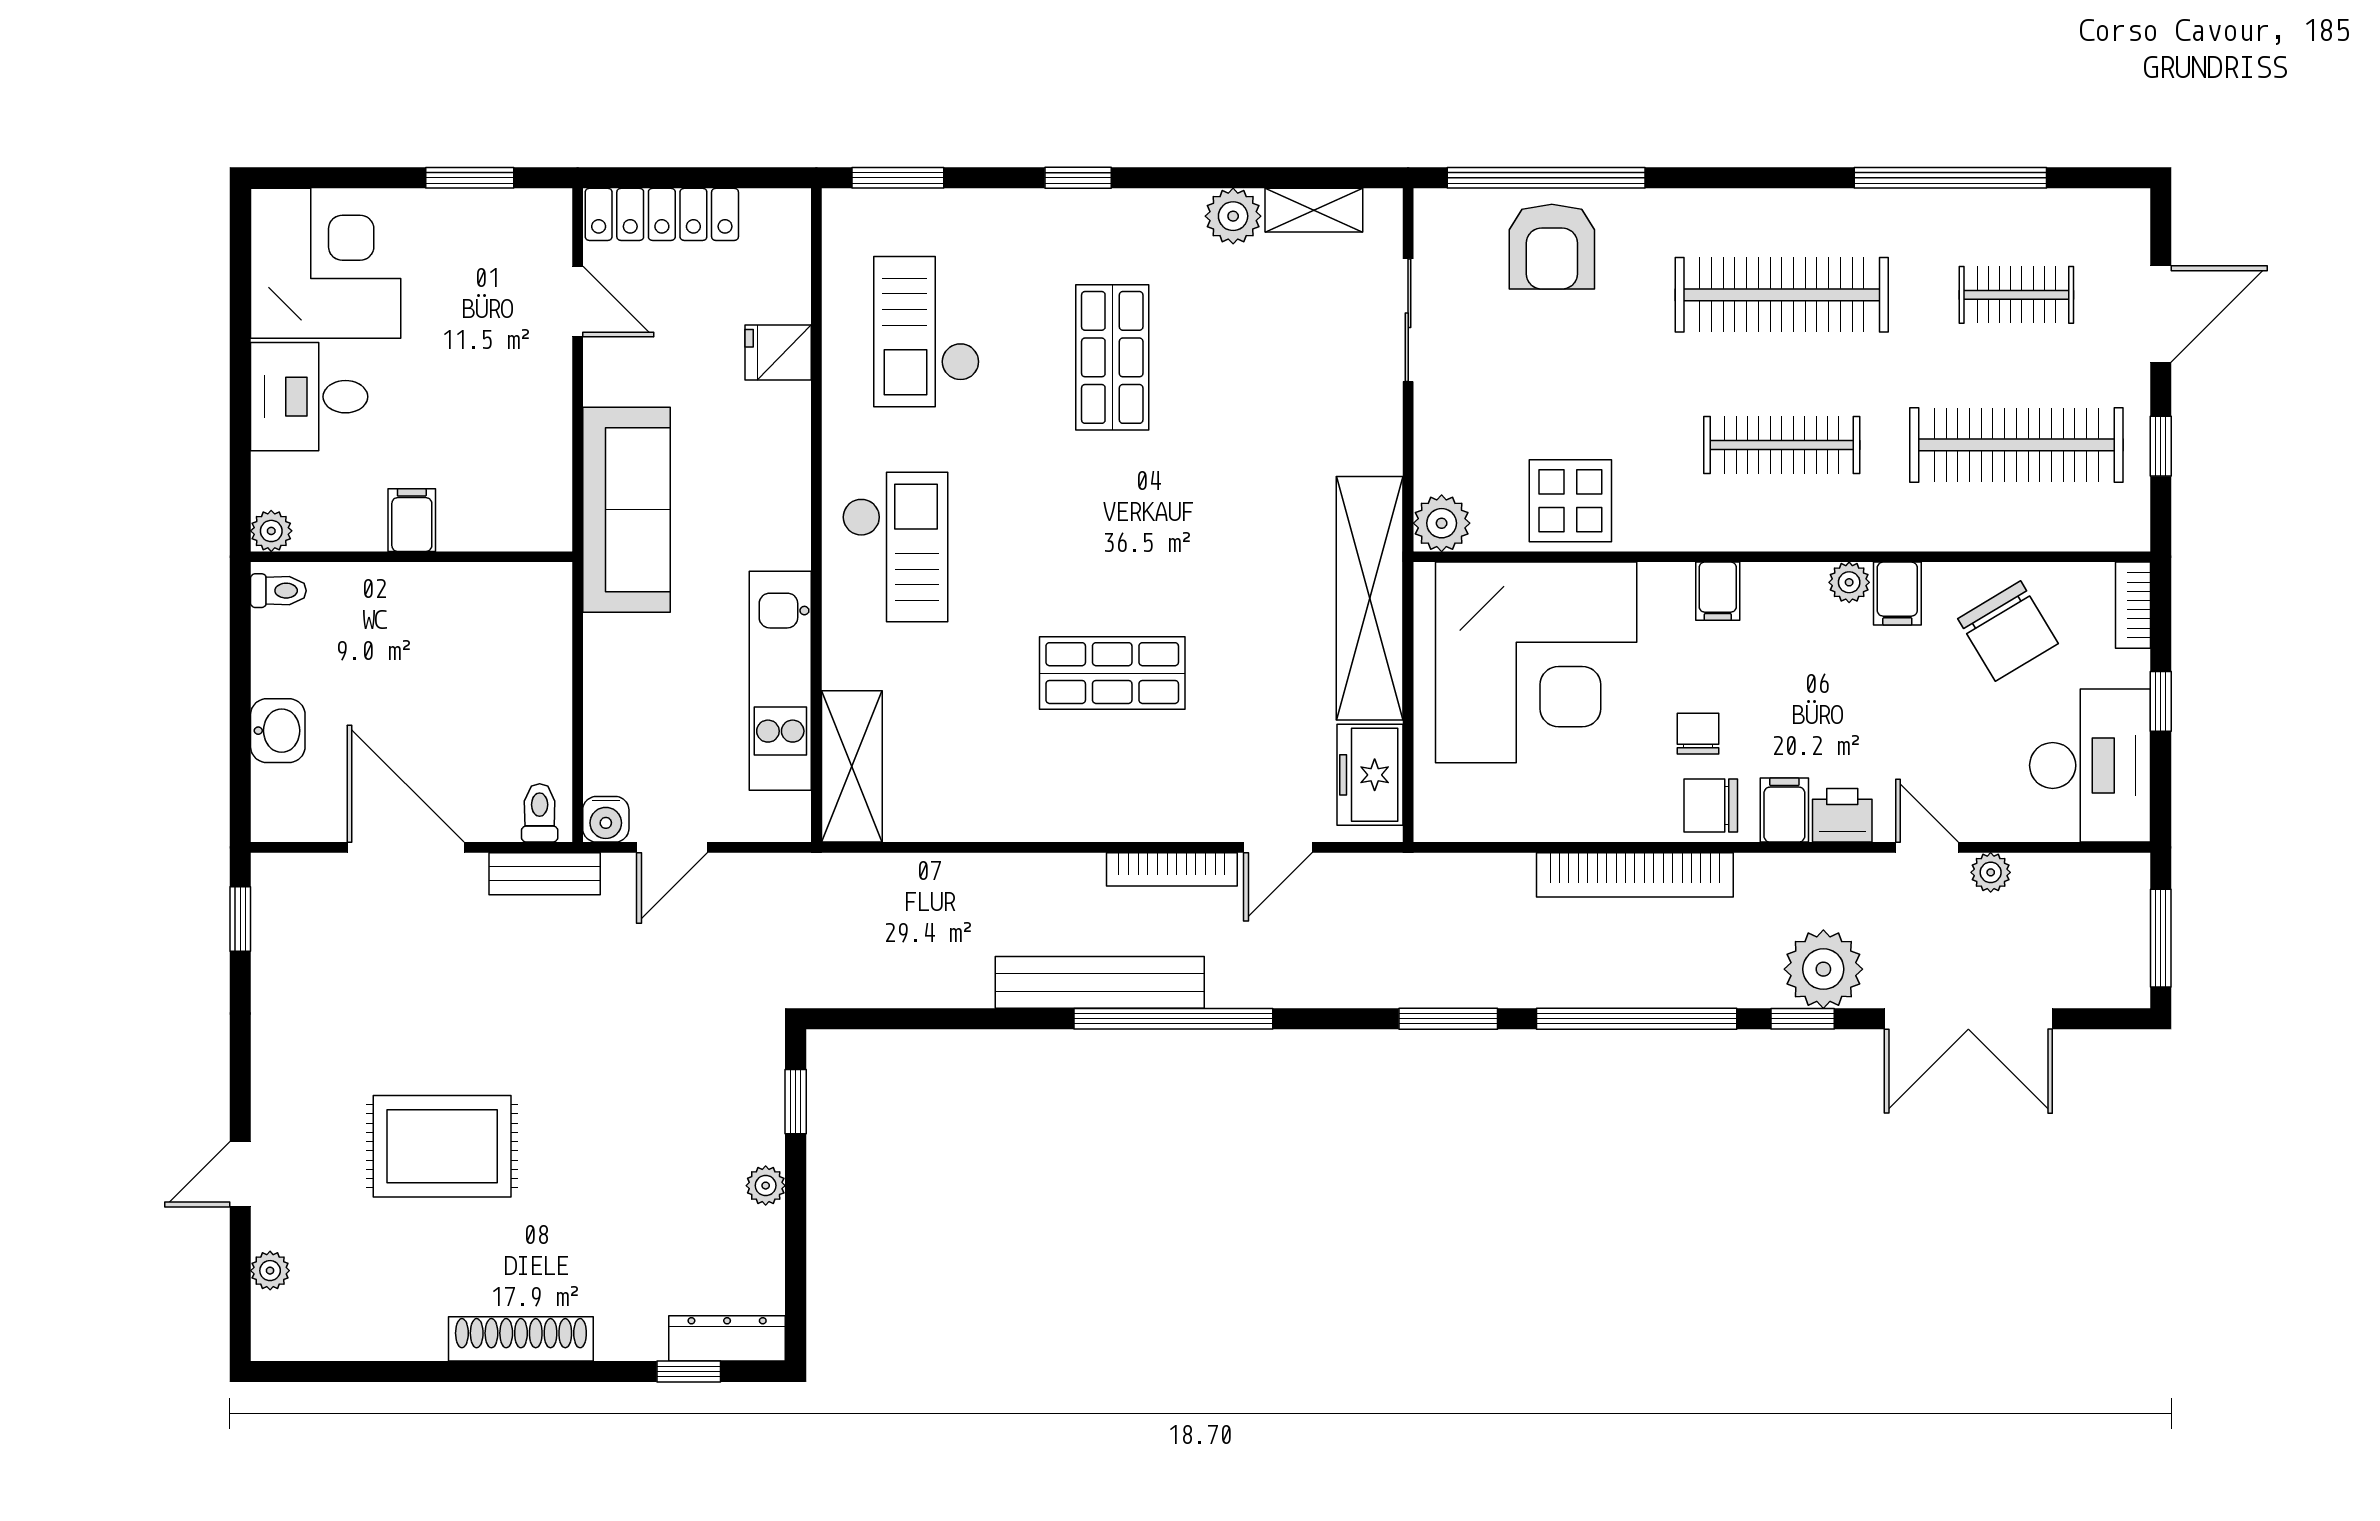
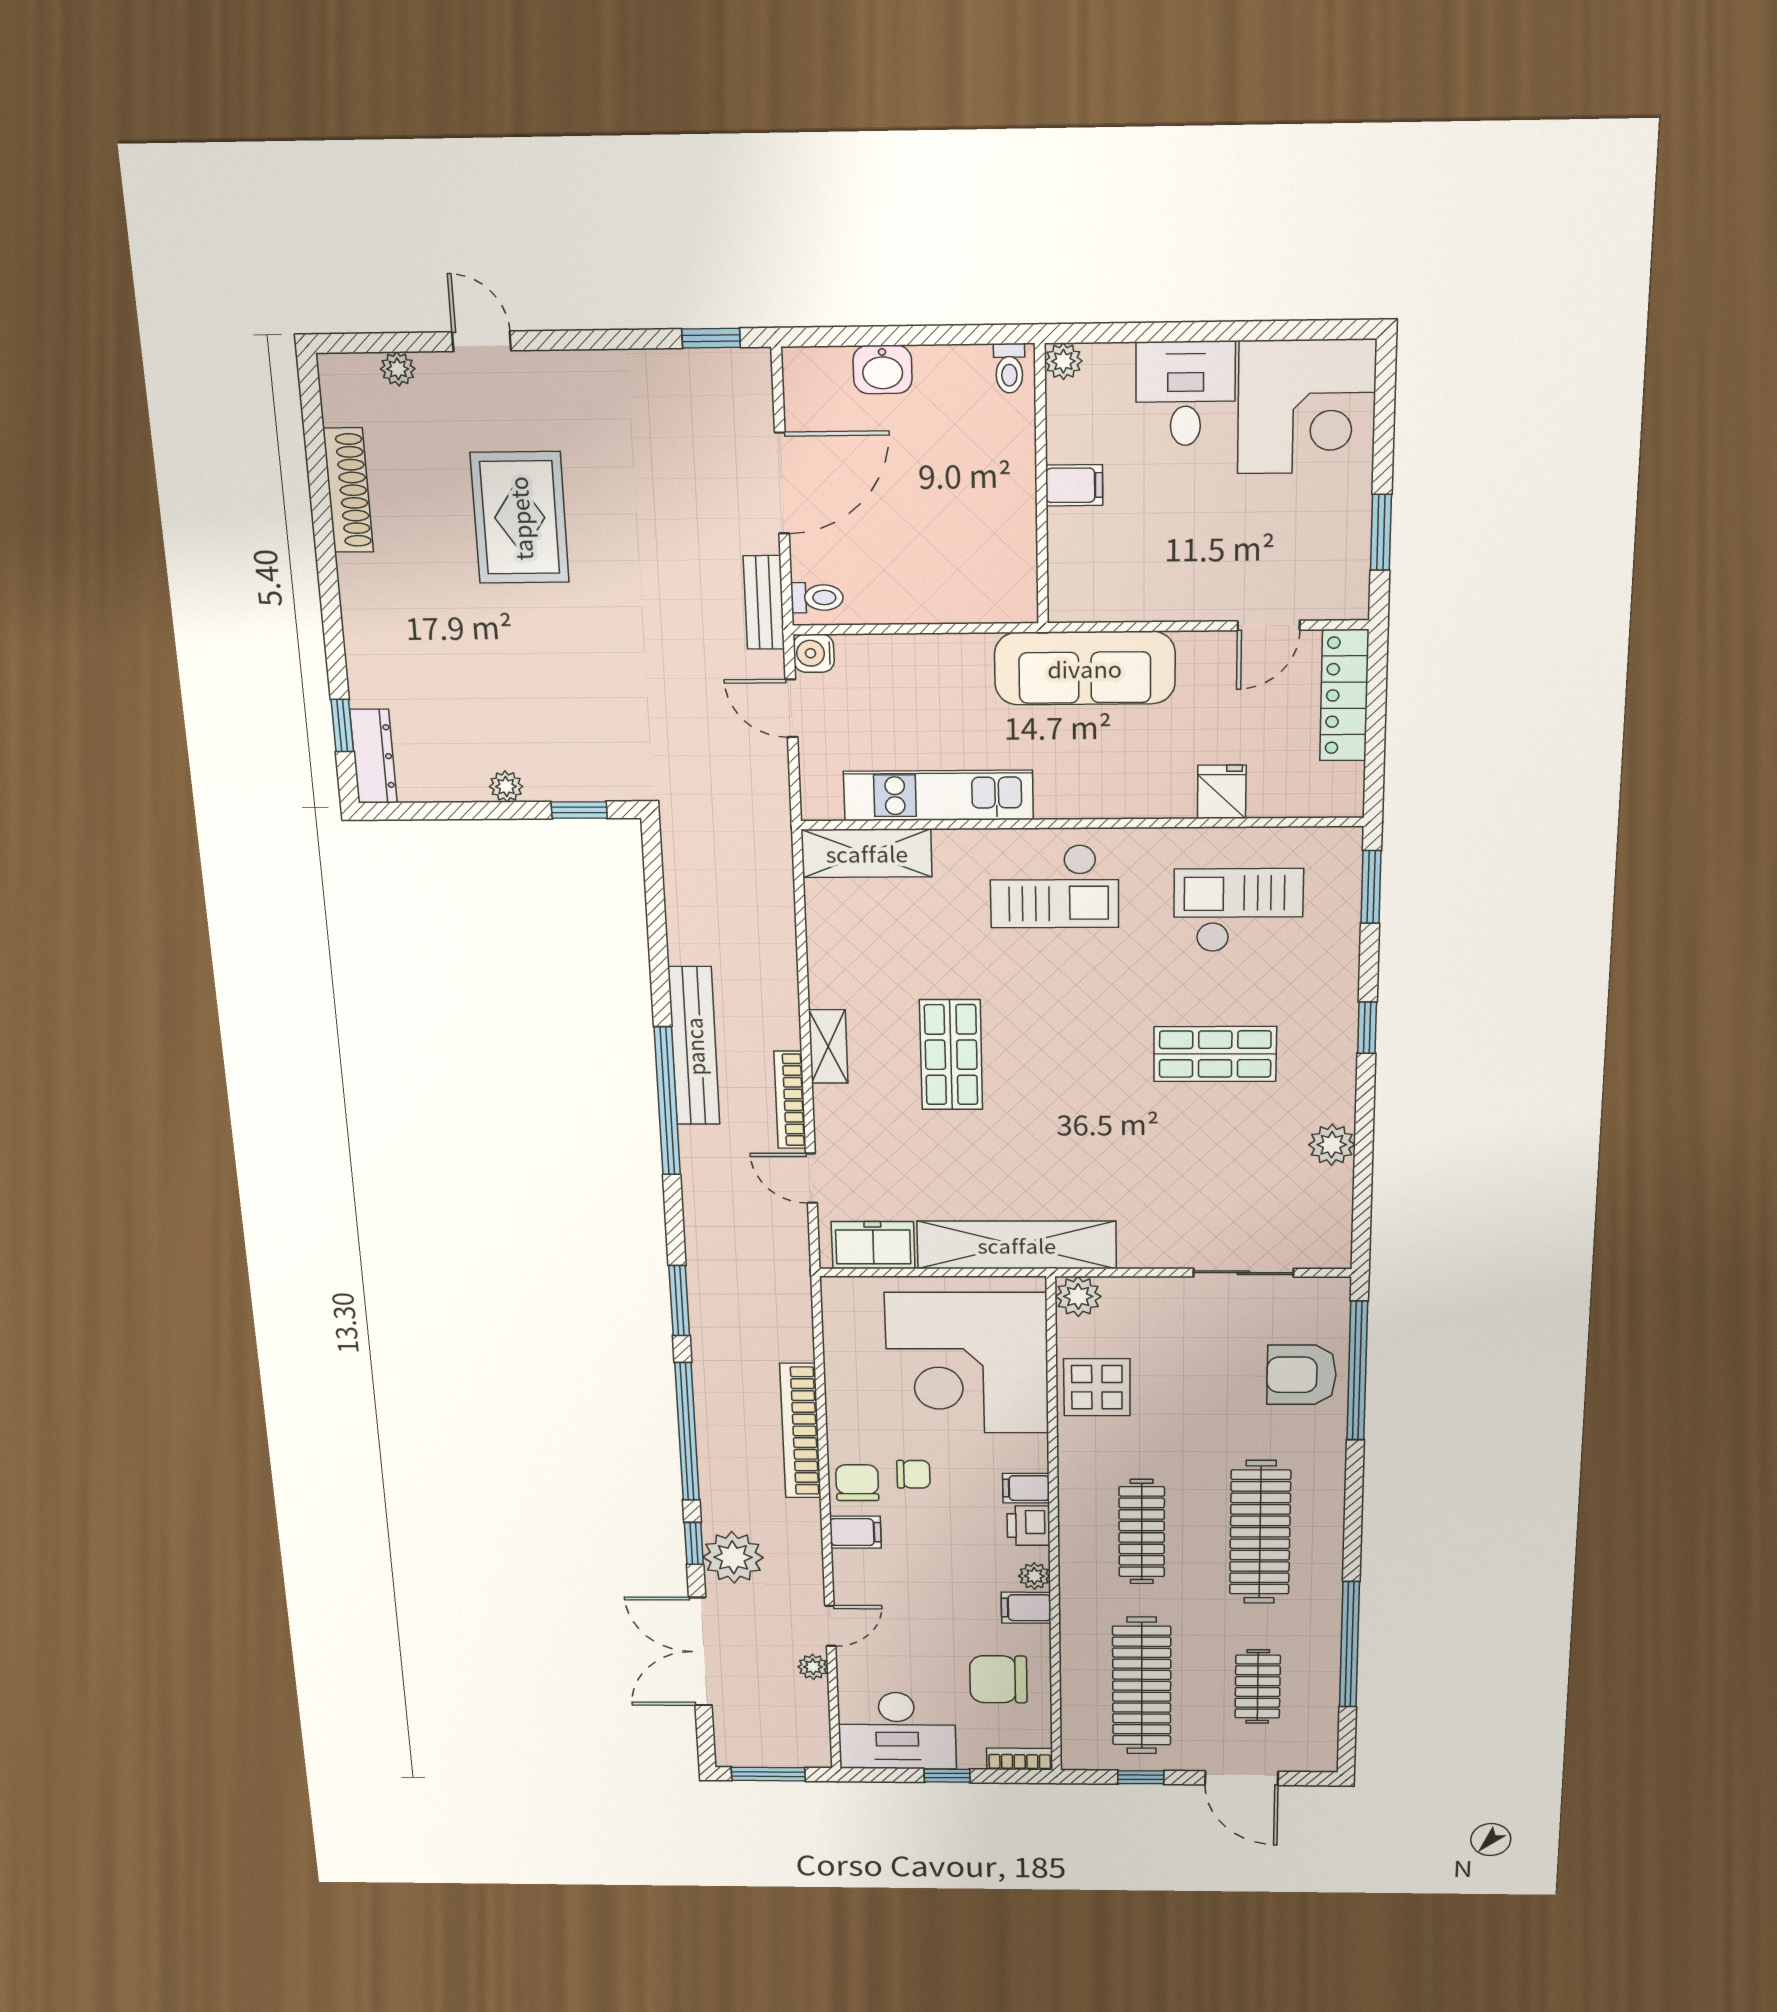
shelving: (1314, 210) -> (828, 1046), moved
chair: (2008, 631) -> (998, 1679), turned 31
printer: (1842, 815) -> (1028, 1526), moved, turned 180
shoe rack: (521, 1339) -> (348, 490), moved

